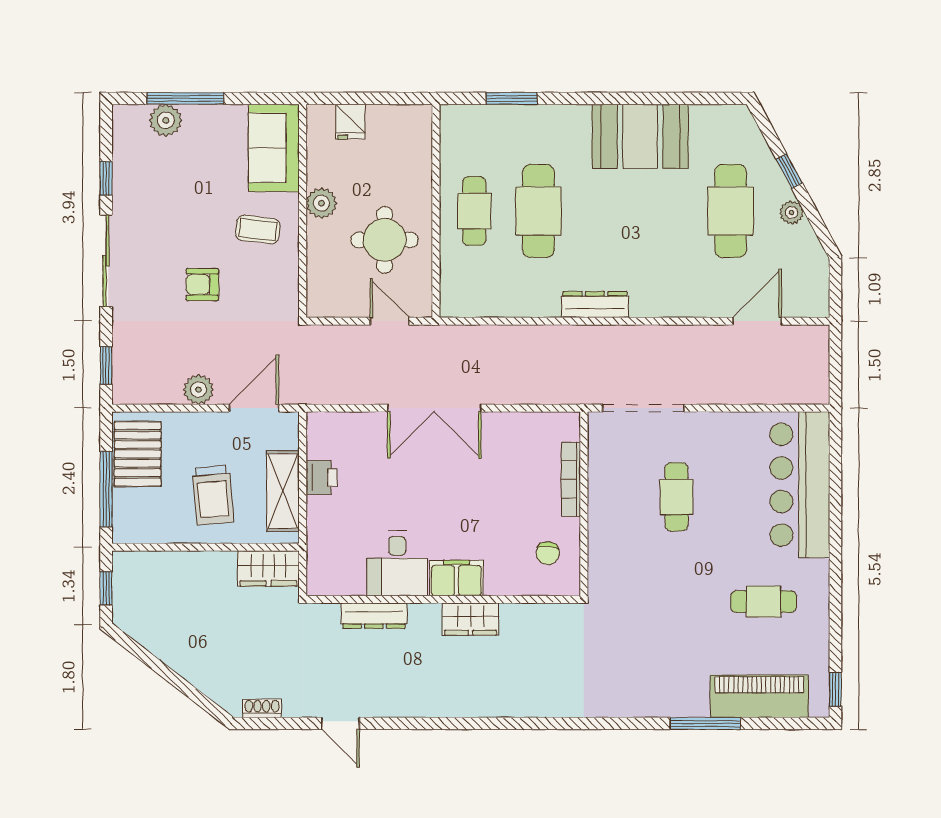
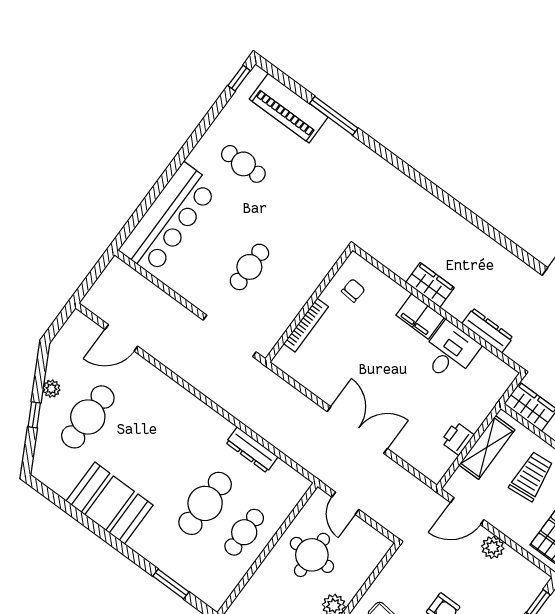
dresser: (595, 304) -> (252, 450), moved

